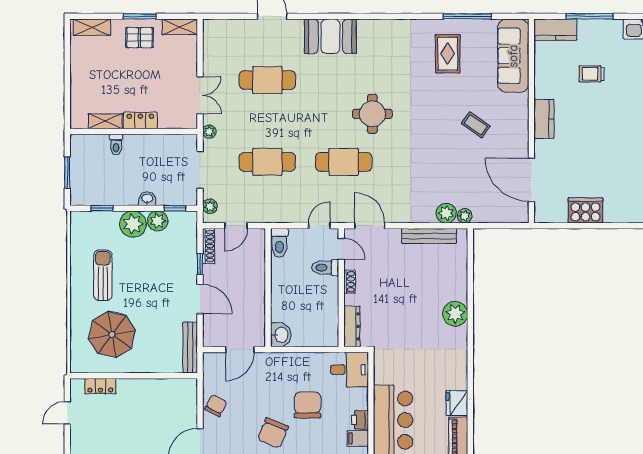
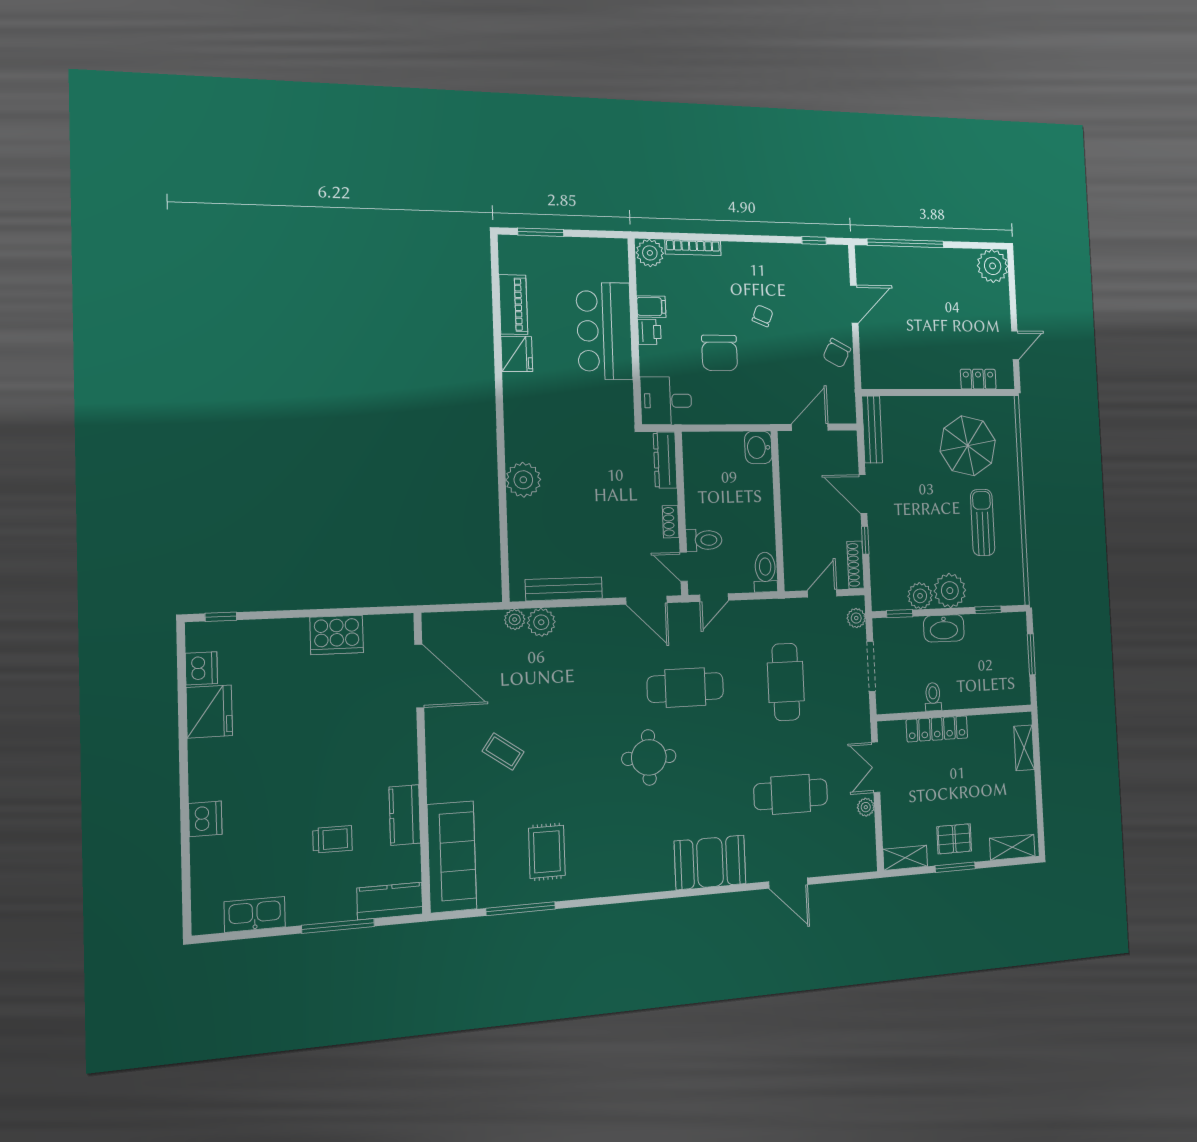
kitchen counter: (544, 119) -> (405, 815), moved
locker: (140, 120) -> (937, 729), width x1.53
shelving: (105, 121) -> (1024, 748), moved, turned 90
plant: (209, 132) -> (866, 807), moved
toilet: (116, 145) -> (933, 697), moved
cafe table: (267, 162) -> (786, 682), turned 90
washbasin: (147, 199) -> (944, 628), width x1.91, depth x1.45
sun lounger: (103, 275) -> (983, 522), turned 180
chair: (273, 433) -> (763, 316), width x0.54, depth x0.54

